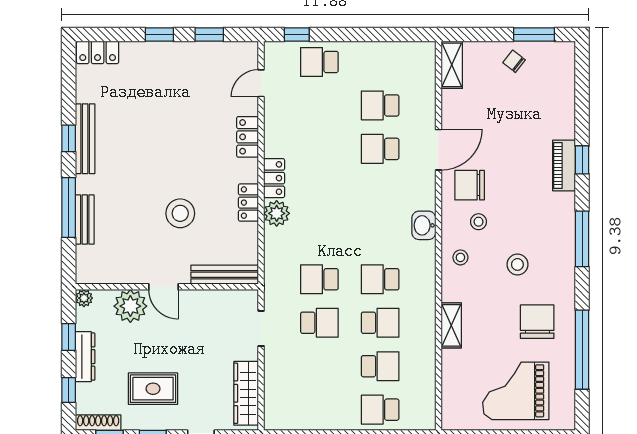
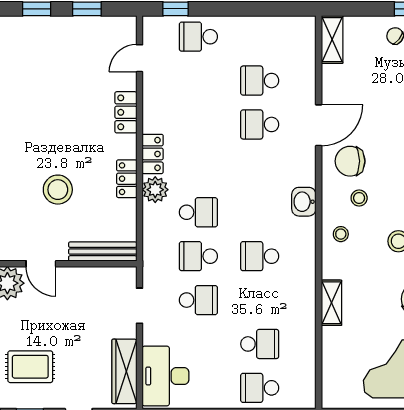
school desk: (380, 323) -> (198, 212), moved
desk: (287, 398) -> (166, 376), added

